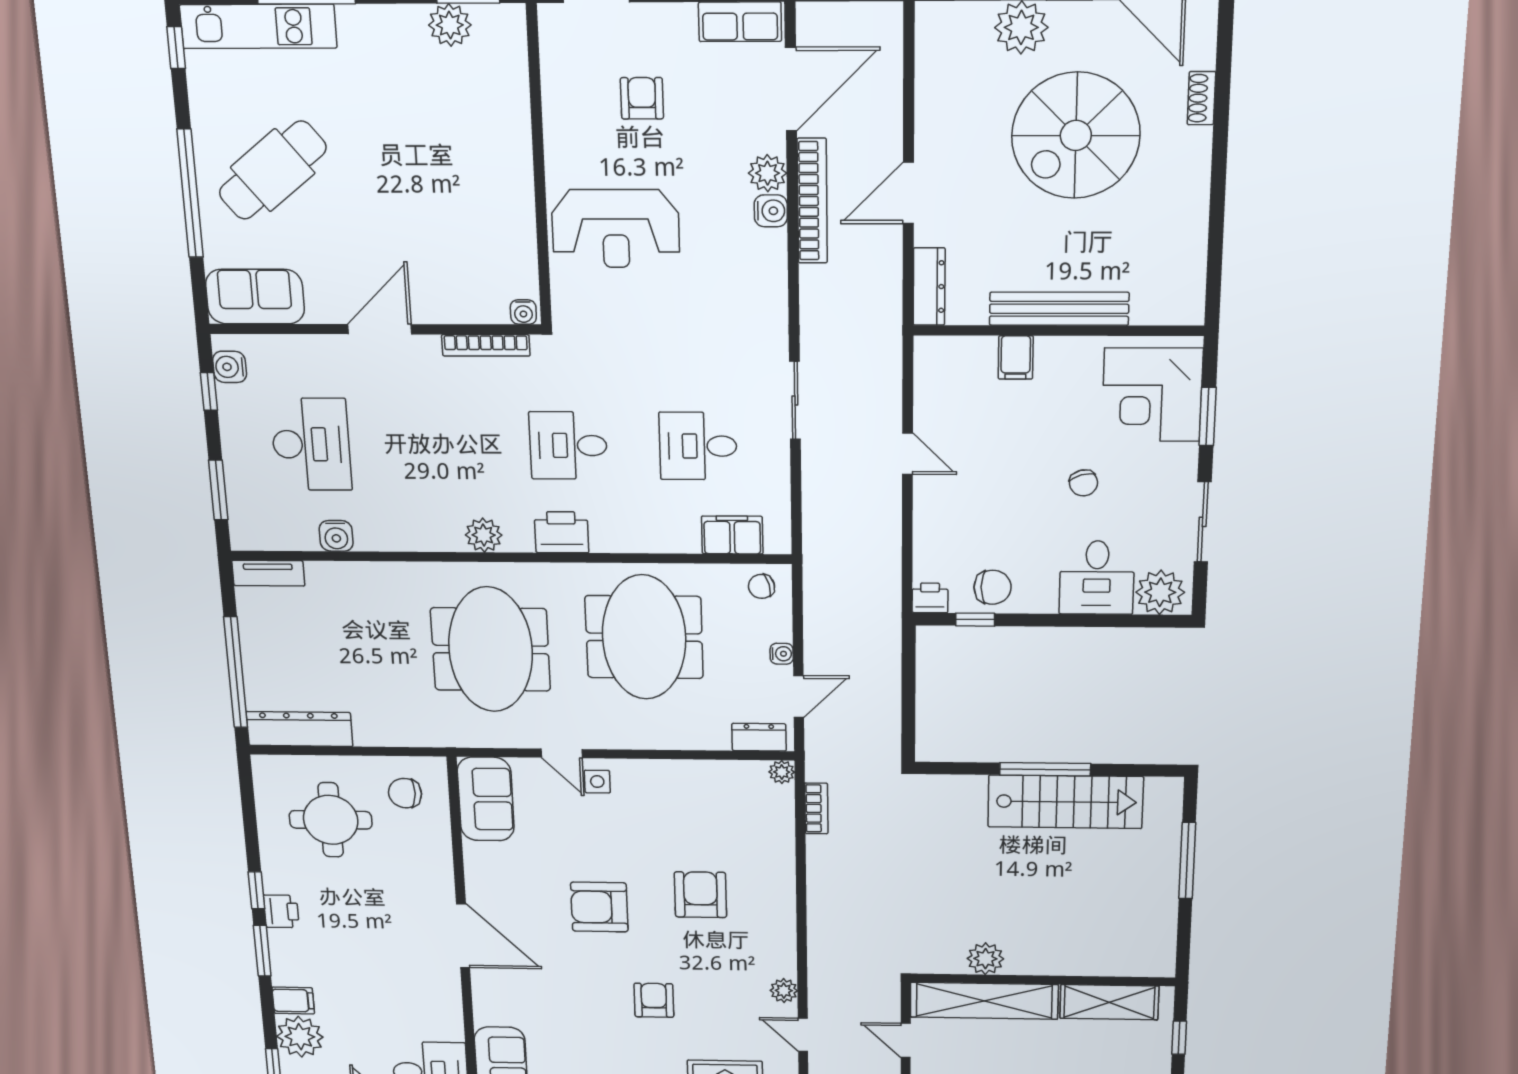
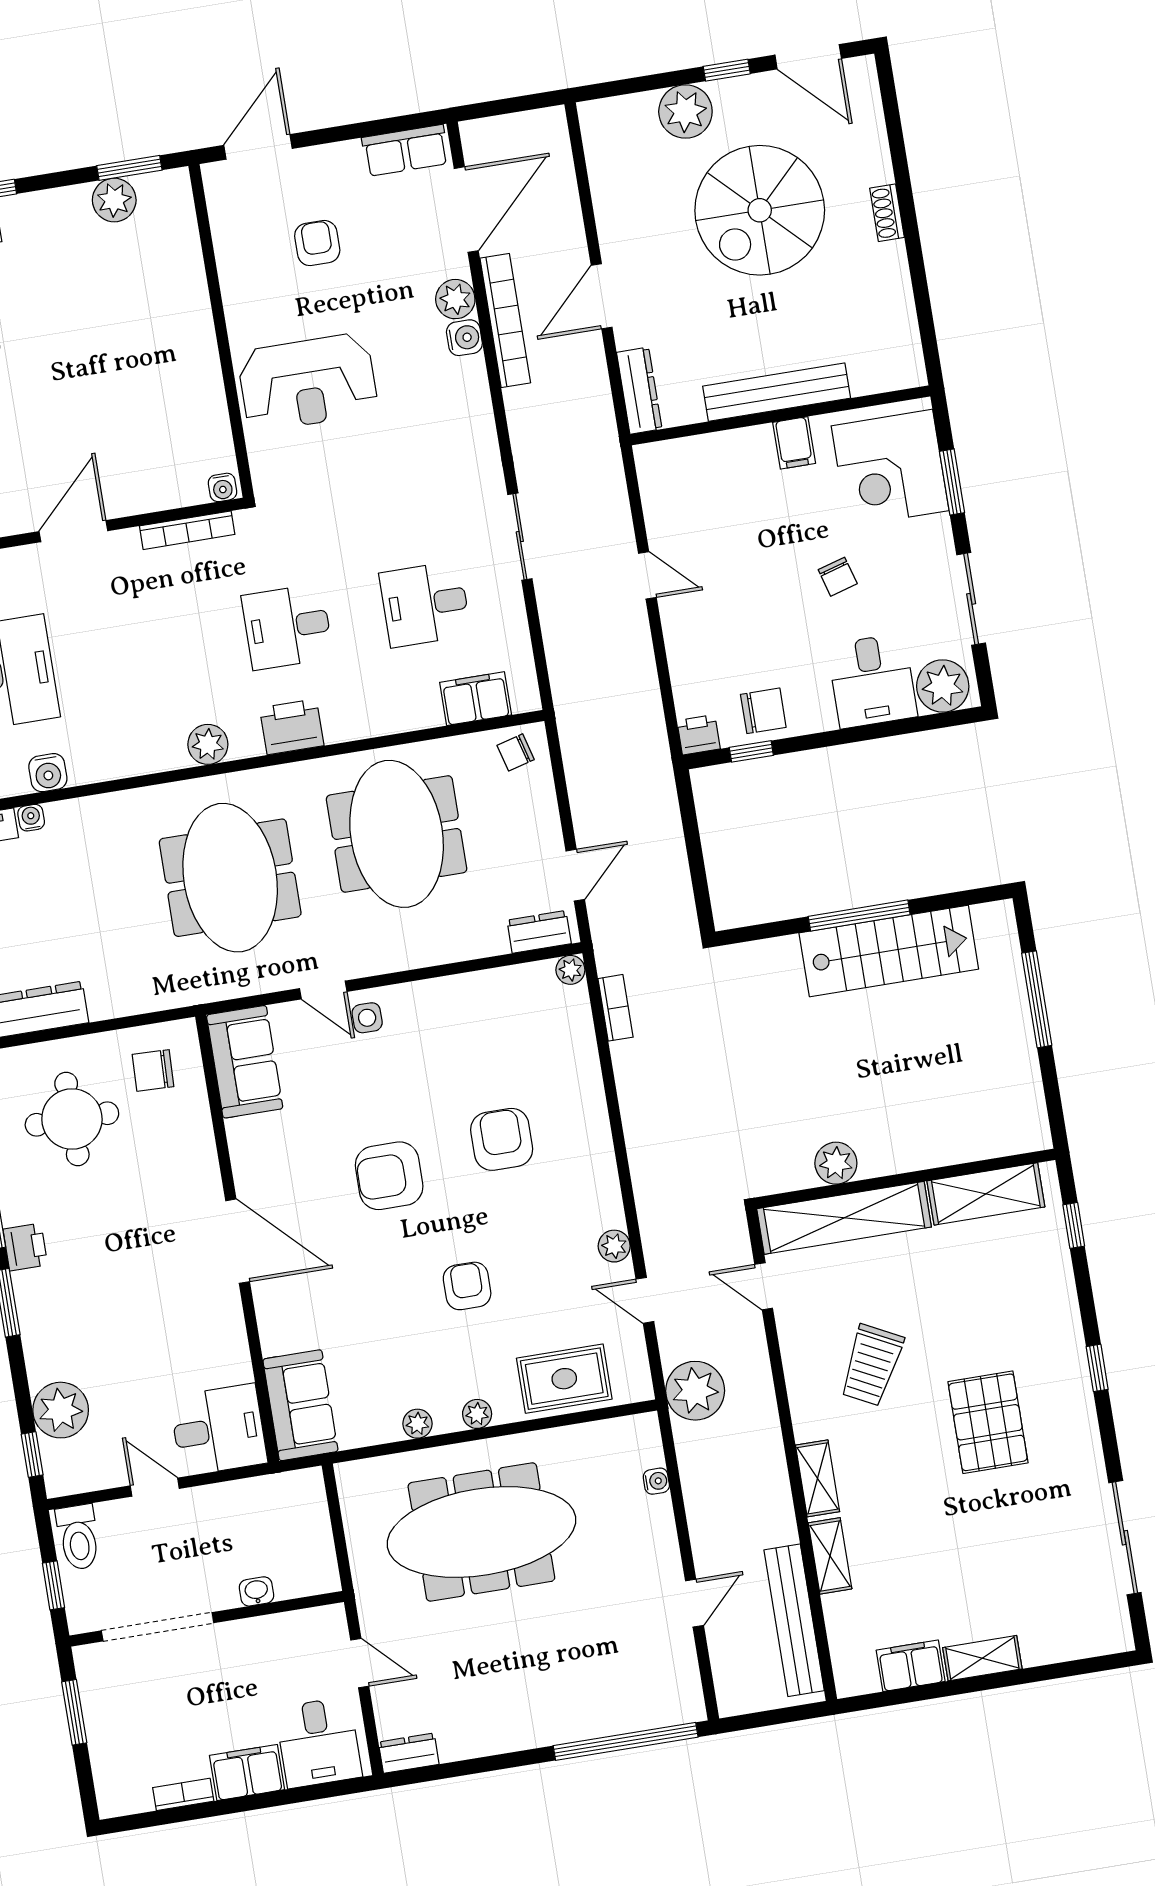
shoe rack: (1201, 98) -> (887, 213), moved
filing cabinet: (1016, 357) -> (794, 443), moved
water cooler: (782, 654) -> (31, 818), moved, turned -90
filing cabinet: (293, 1001) -> (49, 1363), removed

